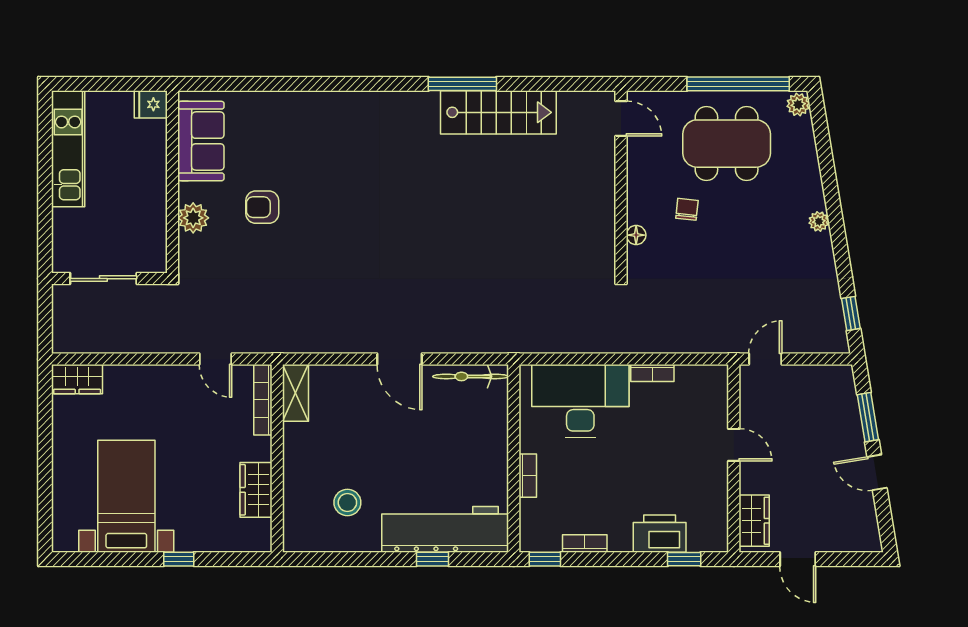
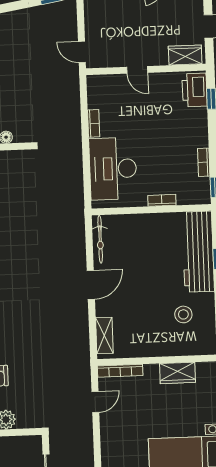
shelving: (296, 393) -> (104, 335), moved, turned 90
door: (734, 445) -> (137, 70), swing flipped
printer: (660, 534) -> (195, 90), moved

